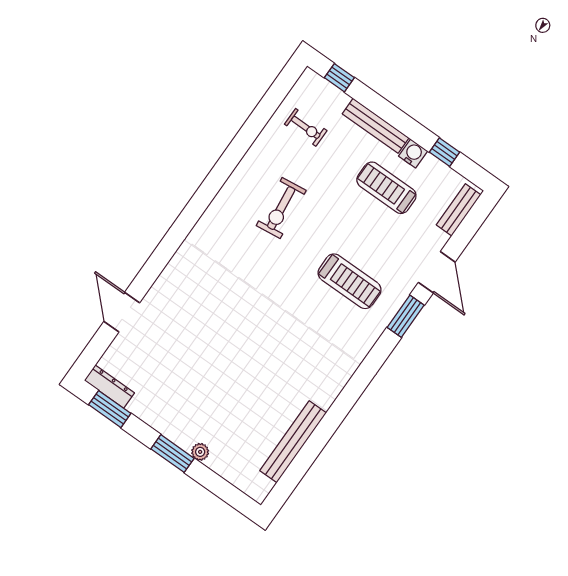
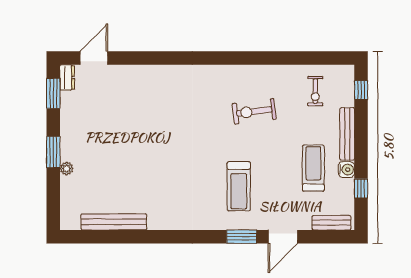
door: (122, 312) -> (94, 58), moved
dresser: (109, 387) -> (67, 77), width x0.70

